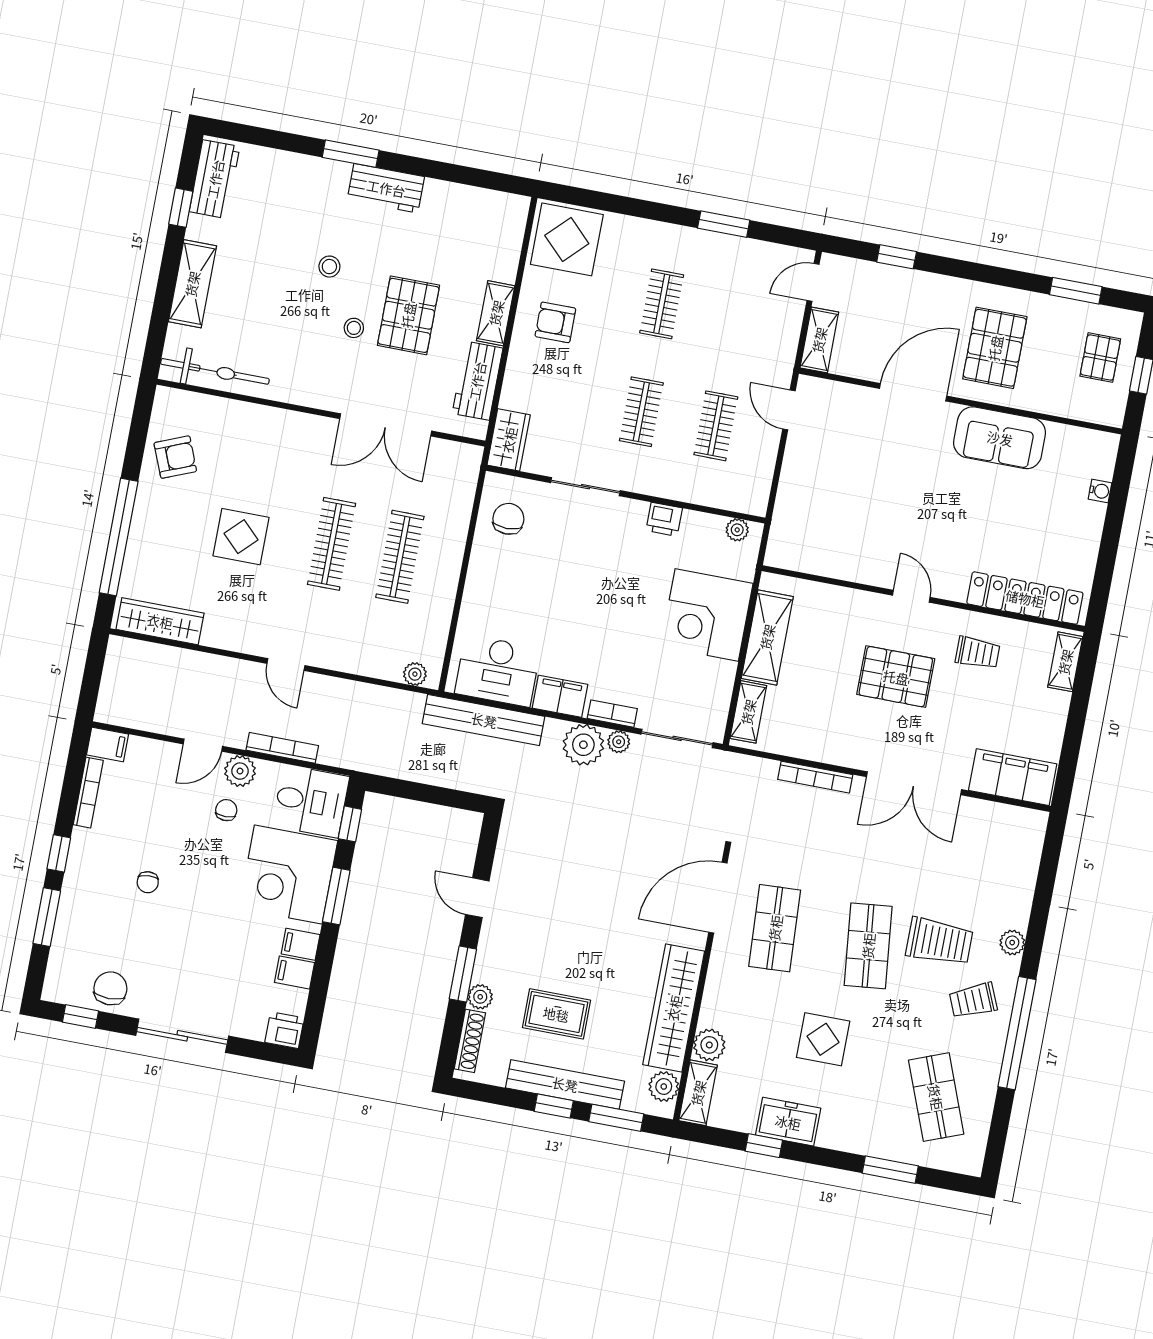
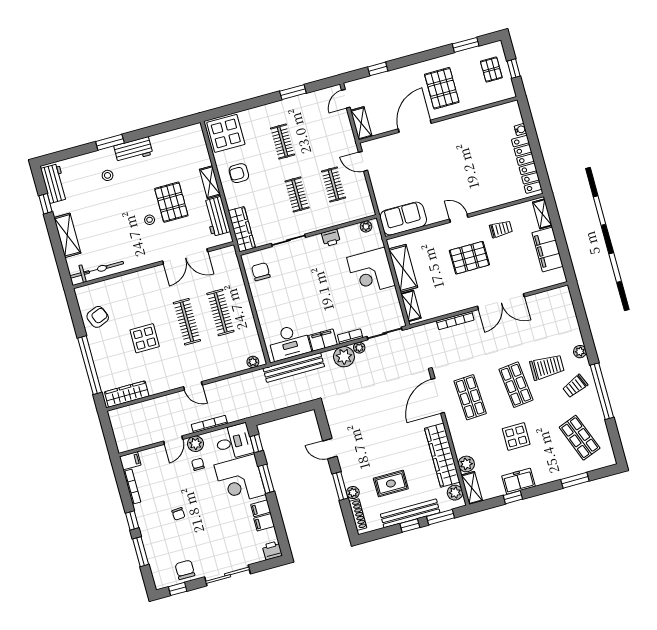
stool: (329, 267) -> (108, 175), moved
sofa: (1000, 438) -> (403, 219), moved, turned 180
wardrobe: (509, 440) -> (242, 229), width x1.50
locker: (1025, 598) -> (527, 164), moved, turned -90
filing cabinet: (1013, 777) -> (547, 249), moved, turned -90

